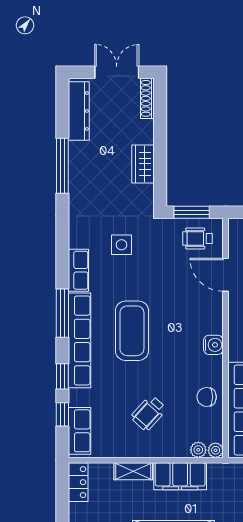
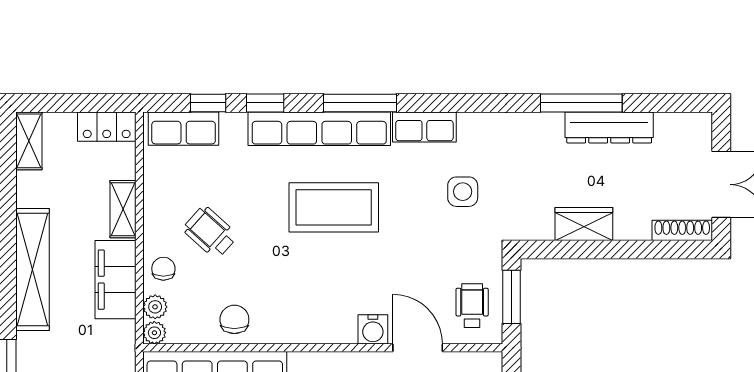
dresser: (79, 111) -> (609, 127), moved
door: (226, 275) -> (418, 348), hinge flipped
water cooler: (213, 345) -> (373, 329), moved
chair: (173, 444) -> (163, 269), added

